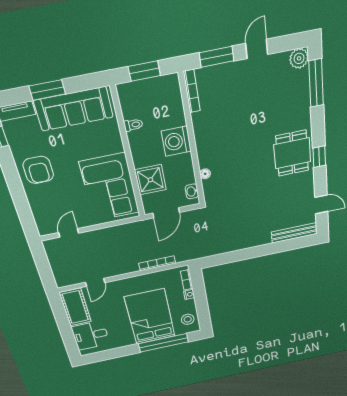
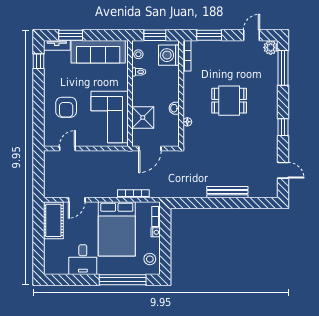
door: (257, 49) -> (252, 35), moved
window: (47, 90) -> (71, 35), moved
stool: (128, 102) -> (138, 54), added
washing machine: (176, 141) -> (169, 55), moved
dining table: (292, 153) -> (229, 101), moved, turned 90
armchair: (38, 170) -> (66, 107), moved
washbasin: (192, 191) -> (174, 108), moved
bench: (294, 233) -> (227, 192), moved
bed: (150, 317) -> (117, 229), moved, turned 180
desk: (90, 335) -> (83, 260), moved, turned -90

